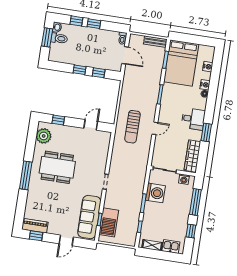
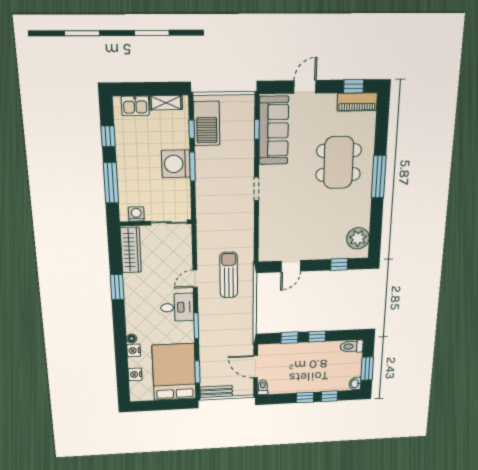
toilet: (59, 38) -> (352, 346), moved
desk: (193, 119) -> (177, 307), moved, turned 180
dining table: (57, 167) -> (339, 163), moved, turned 90
washing machine: (155, 193) -> (176, 164), moved
barbecue: (109, 222) -> (207, 123), moved, turned 180

